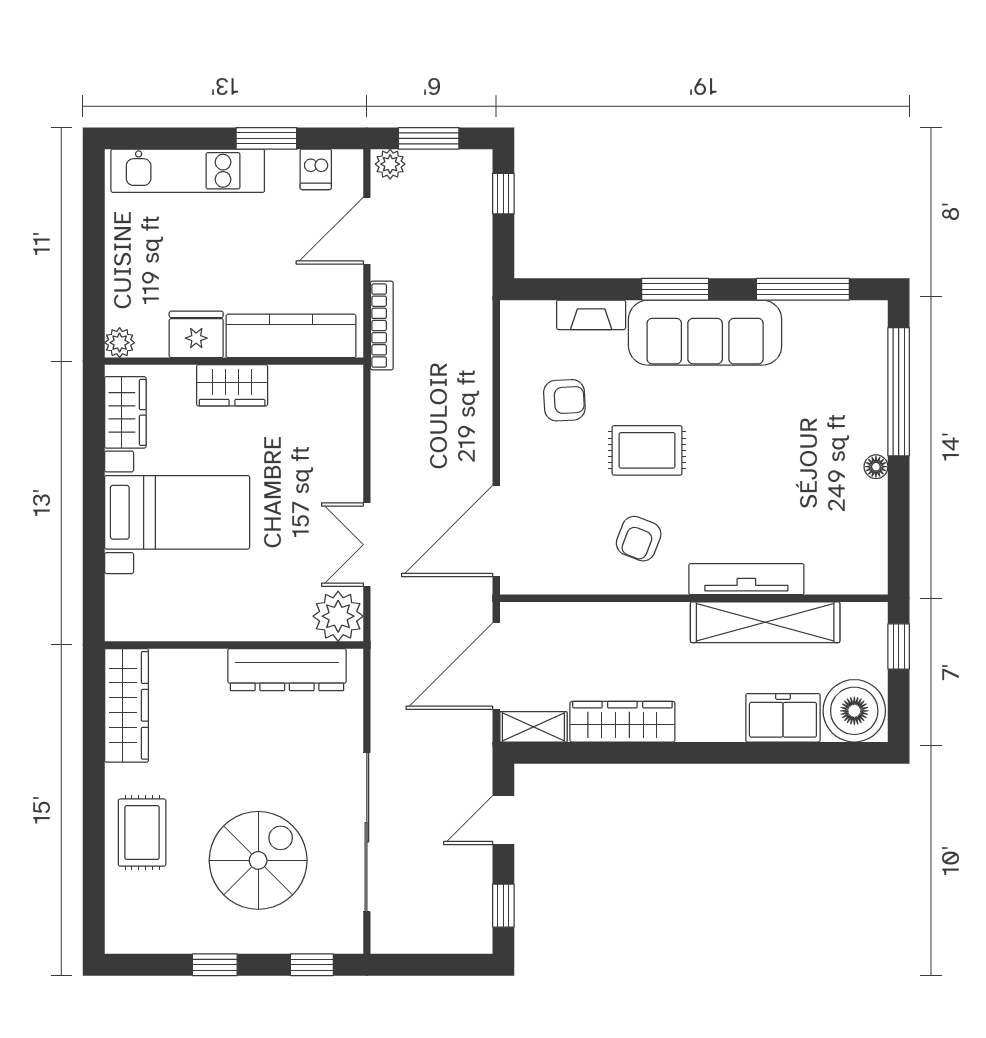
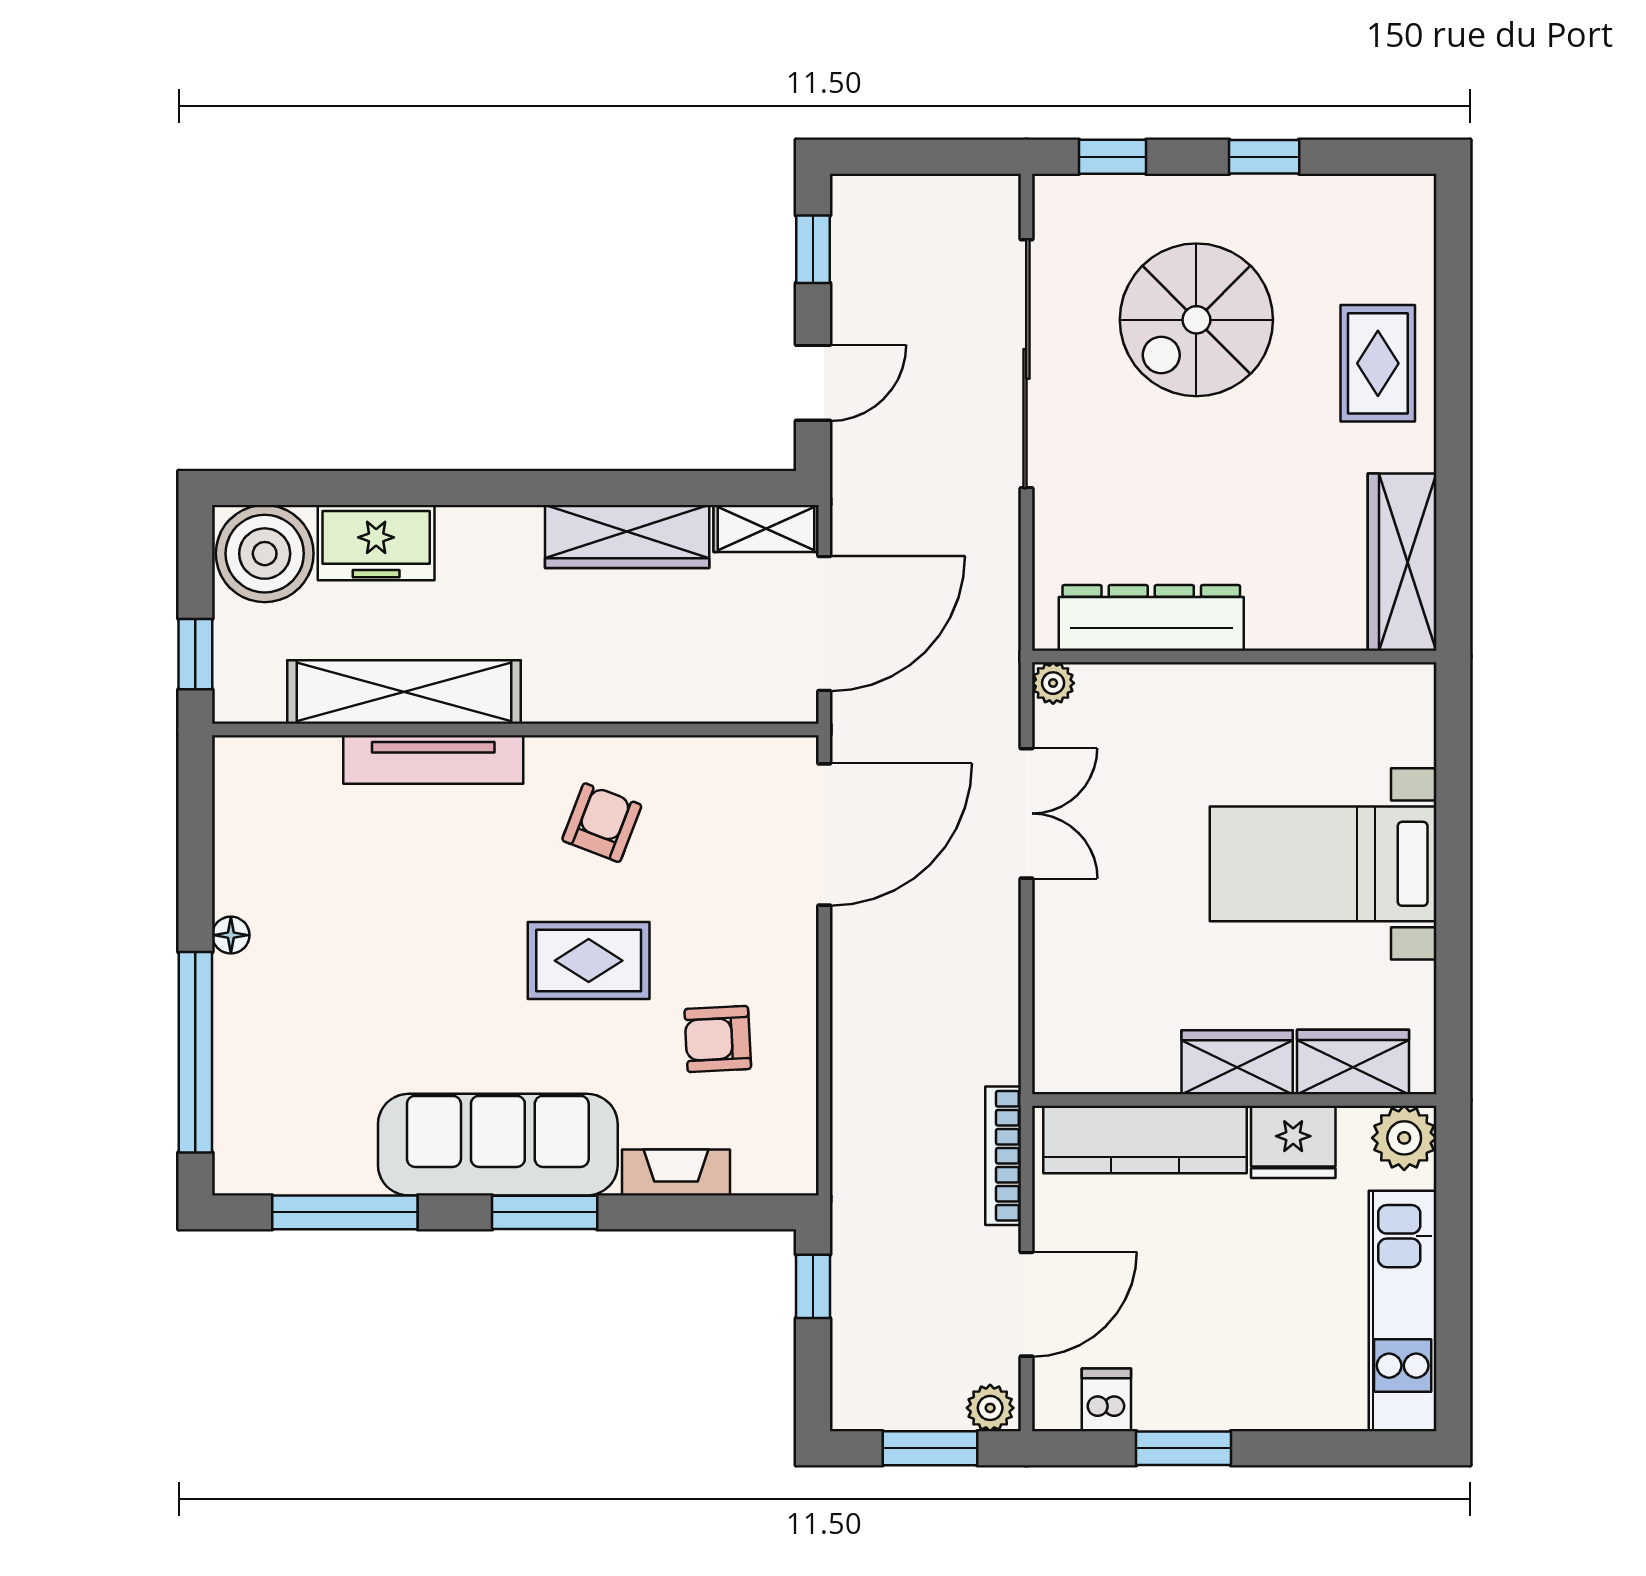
kitchen unit: (188, 171) -> (1403, 1310), moved, turned -90
window: (503, 194) -> (813, 1286), moved
plant: (120, 343) -> (1404, 1138), width x1.38, depth x1.38
wardrobe: (125, 412) -> (1353, 1062), moved, turned 90
plant: (338, 616) -> (1053, 683), width x0.53, depth x0.53

